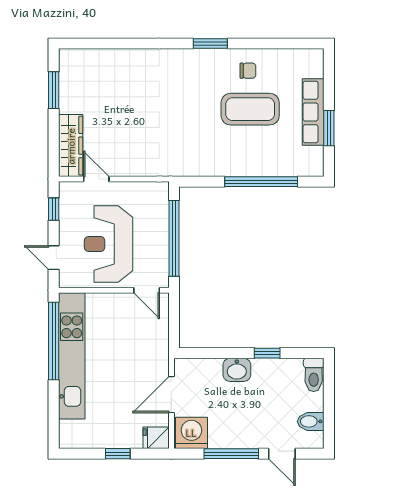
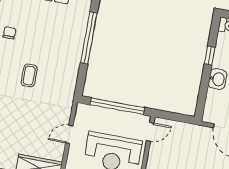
coffee table: (250, 109) -> (29, 75), moved, width x0.54, depth x0.58
door: (96, 179) -> (69, 134), moved

